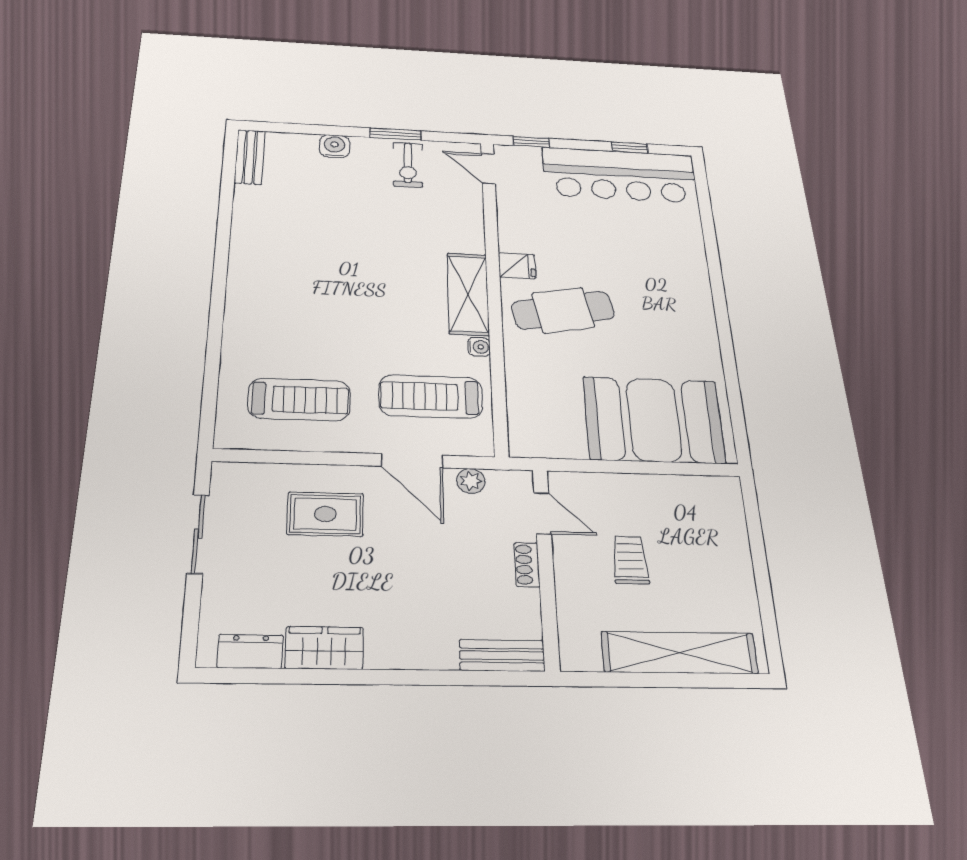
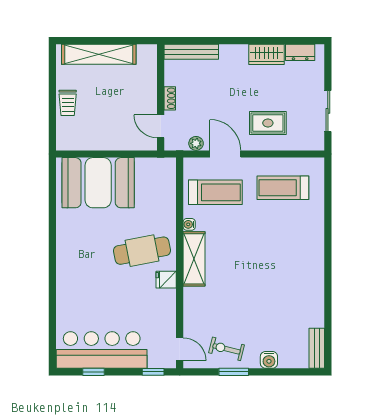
exercise bike: (408, 165) -> (227, 349), turned -76
trolley: (630, 560) -> (68, 103), moved
bench: (502, 656) -> (191, 52), width x1.36

